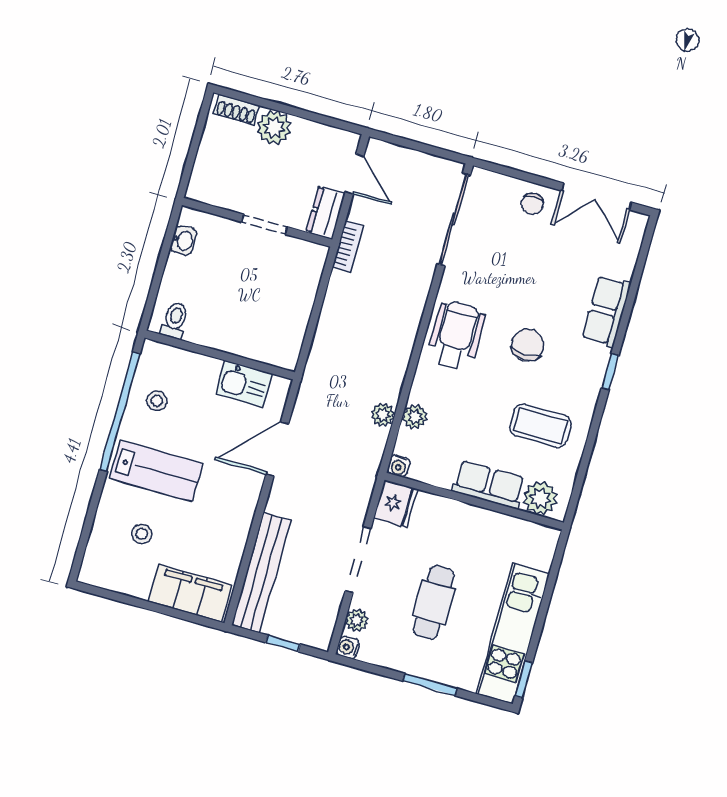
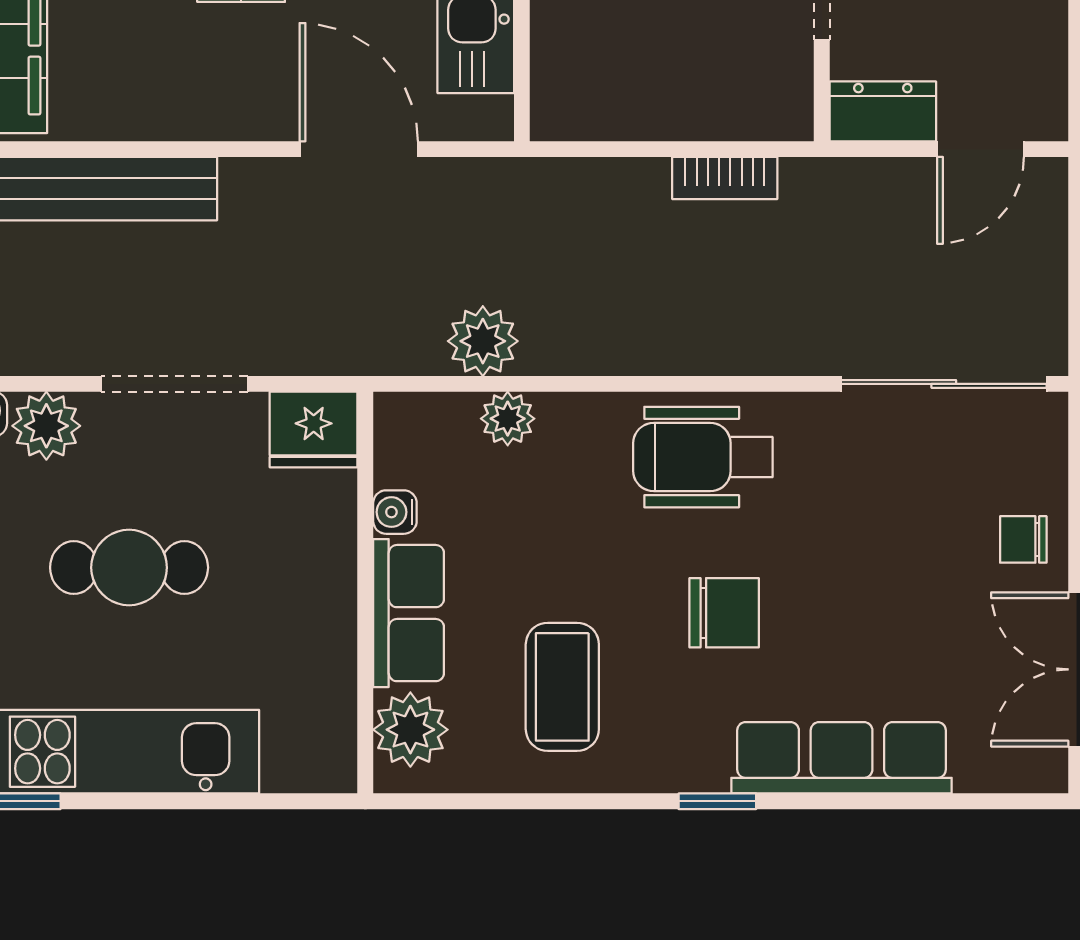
bookcase: (348, 247) -> (725, 178), moved
row of seats: (606, 311) -> (842, 758), width x1.48
wheelchair: (456, 335) -> (703, 457), turned 180
plant: (383, 415) -> (483, 341), width x1.38, depth x1.38
water cooler: (399, 466) -> (395, 512), moved
plant: (357, 620) -> (46, 426), width x1.38, depth x1.38

